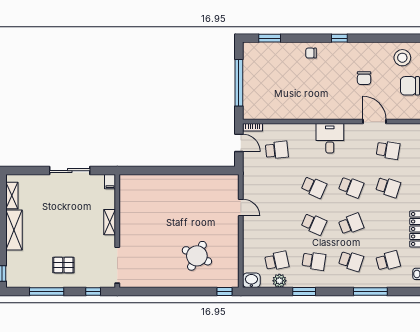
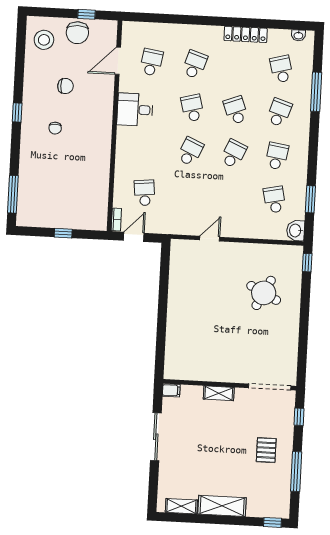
window: (270, 38) -> (13, 194), width x1.44
chair: (311, 53) -> (55, 128), moved
window: (239, 83) -> (63, 233), width x0.32
door: (375, 122) -> (118, 61), moved
desk: (330, 138) -> (135, 110), moved
school desk: (351, 187) -> (192, 108), turned -36
plant: (279, 281) -> (298, 198), removed
window: (304, 291) -> (310, 199), moved

